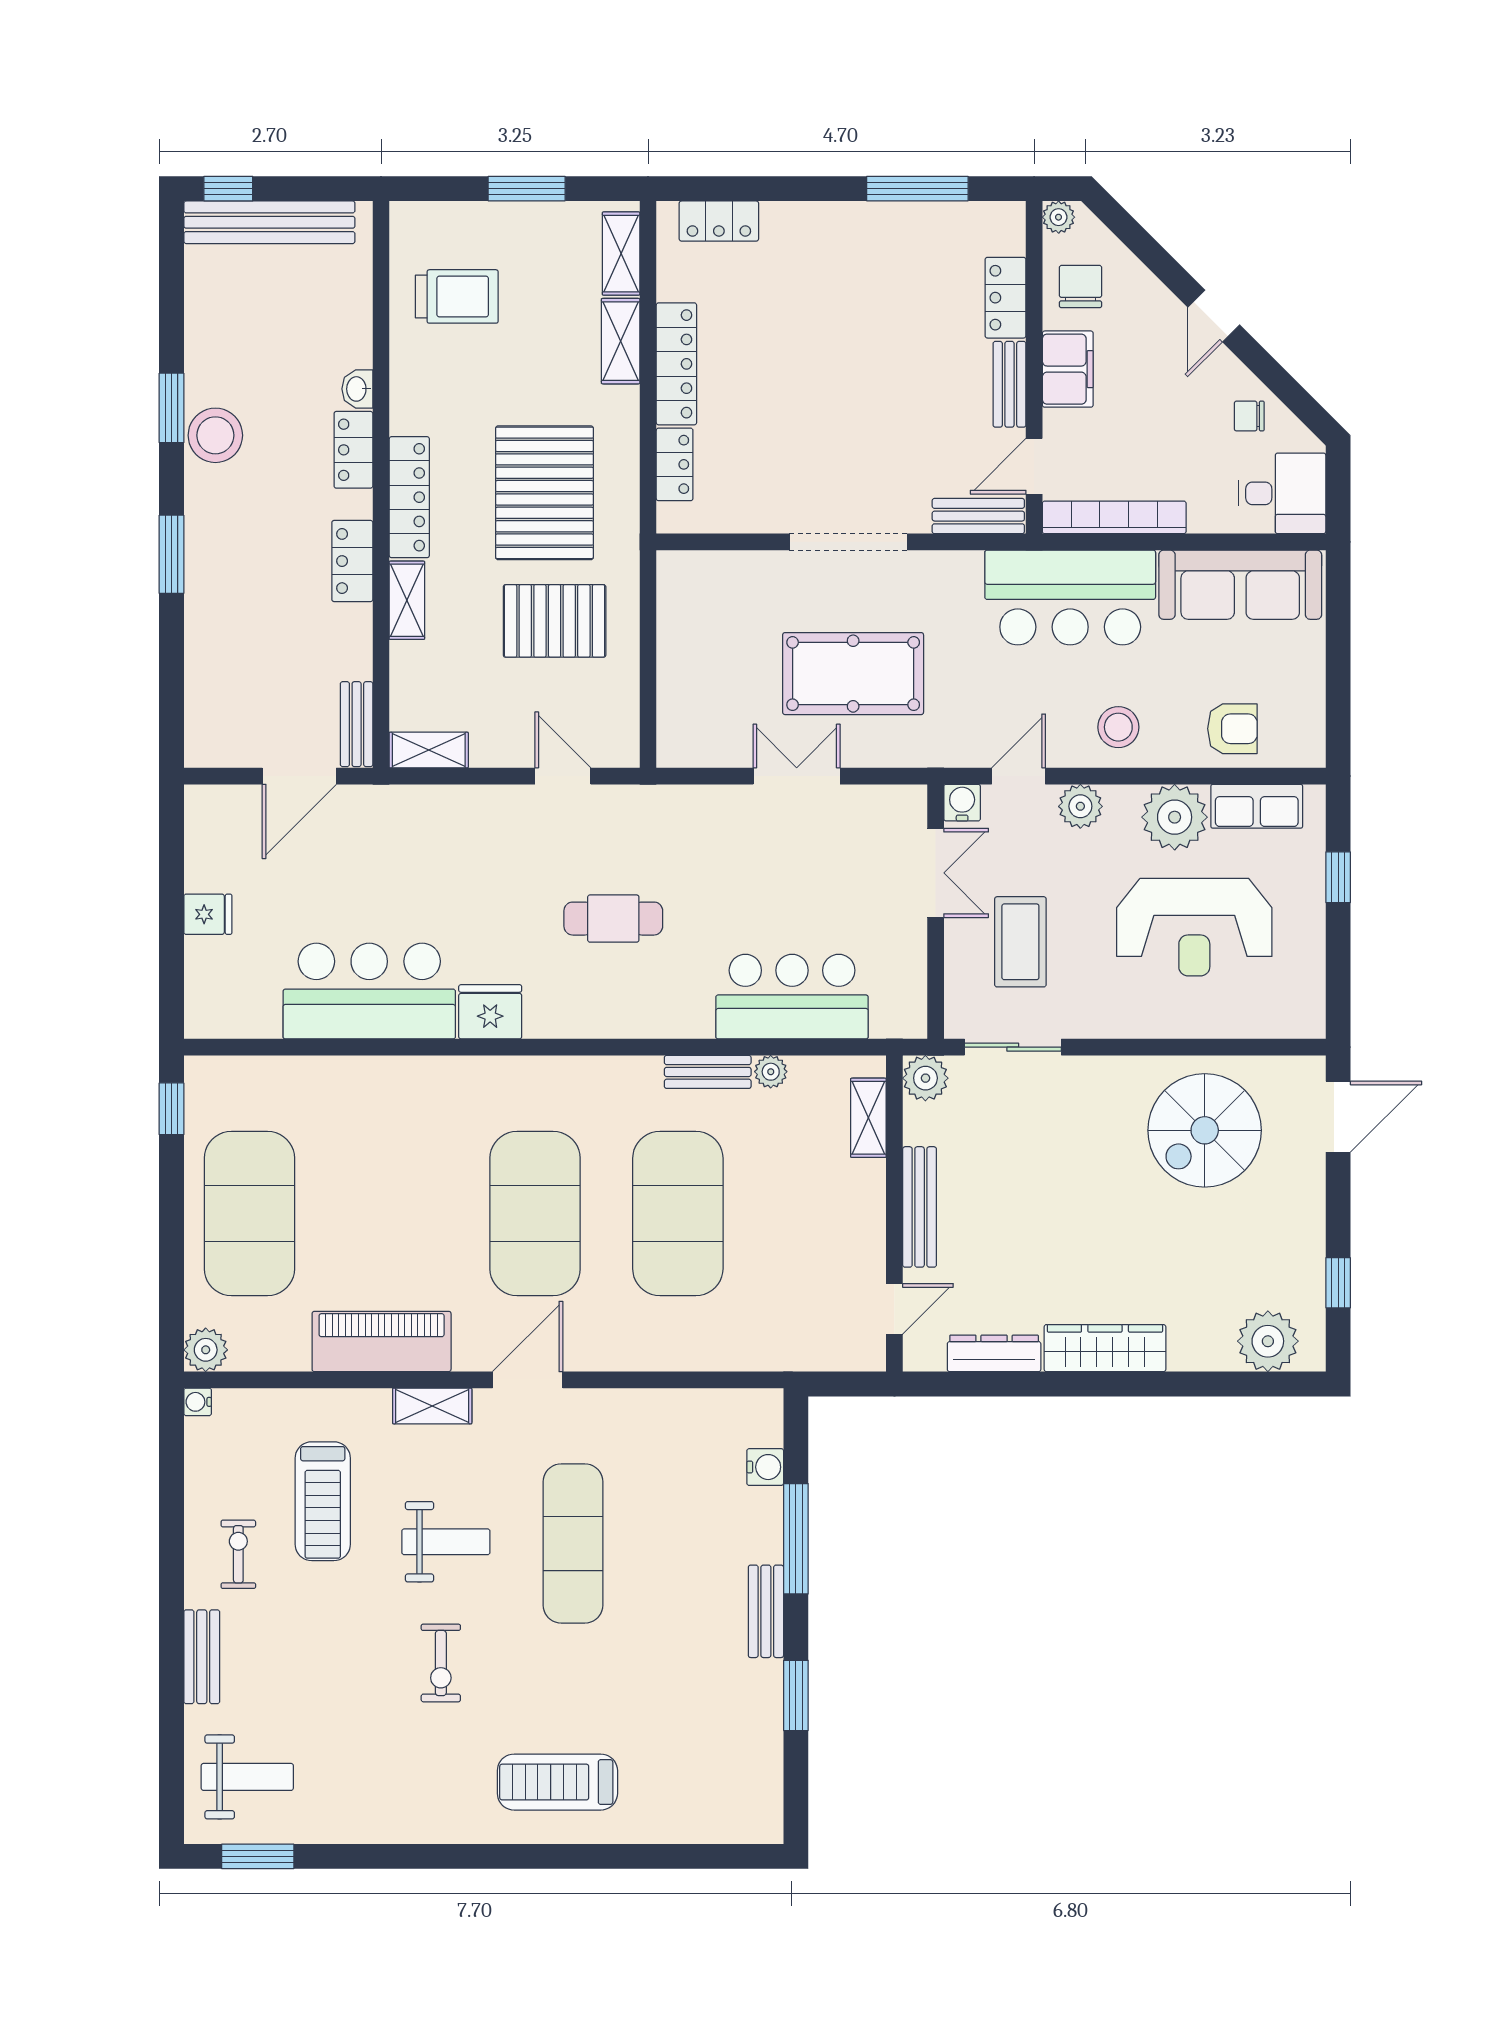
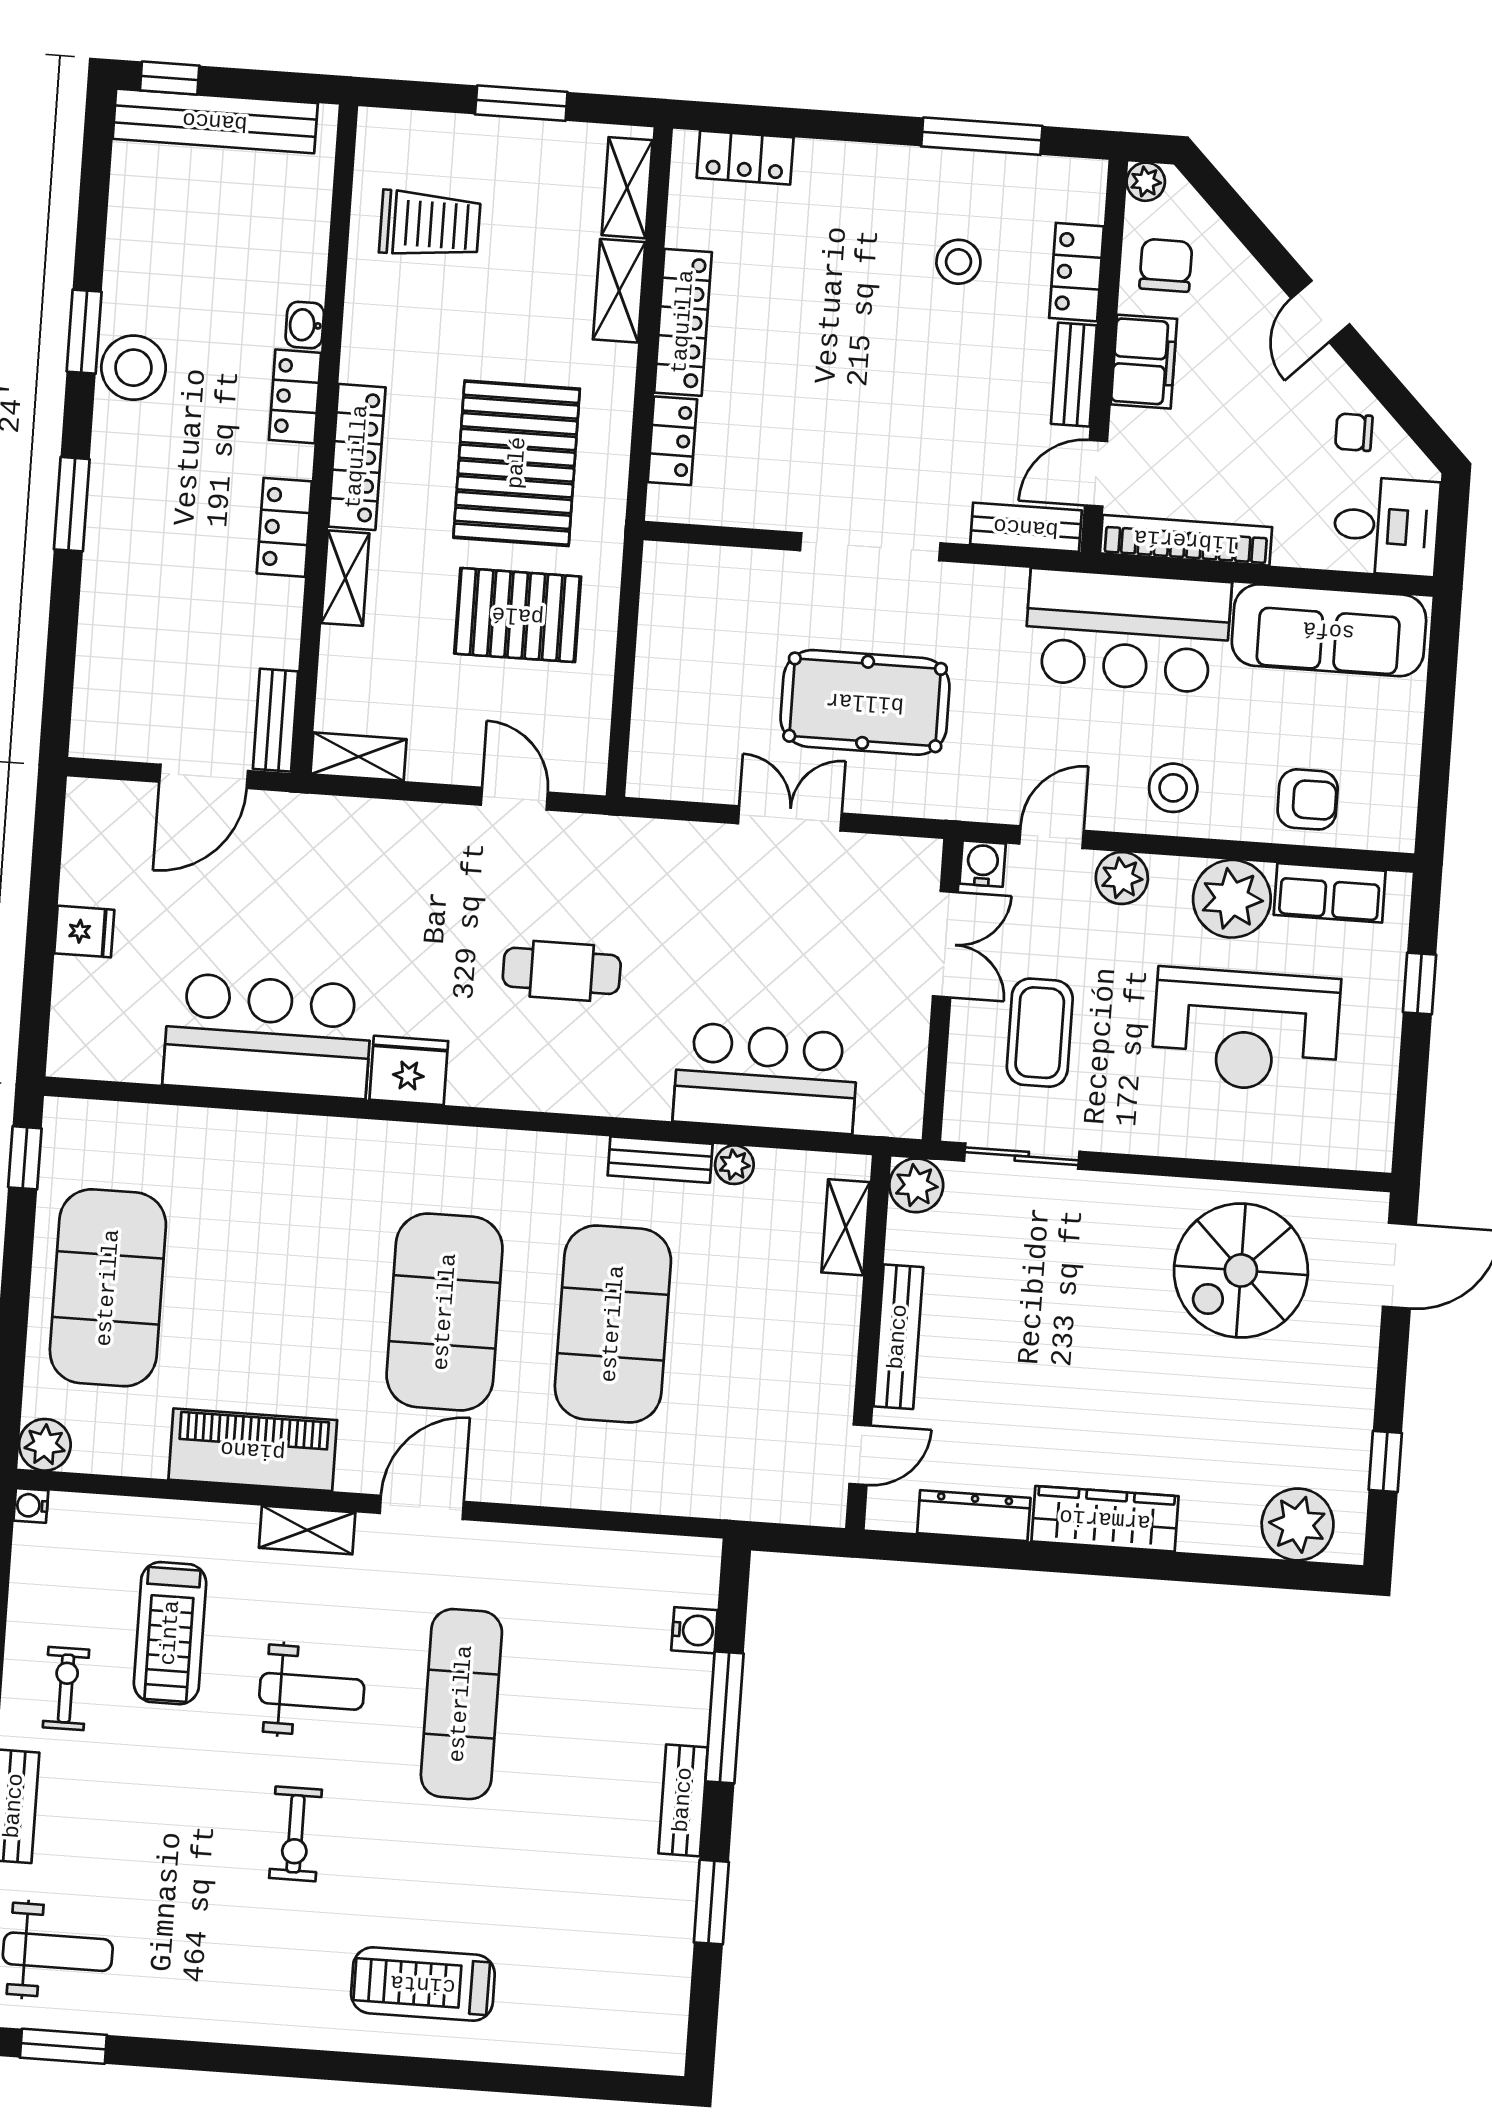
stool: (905, 296) -> (958, 262), added

